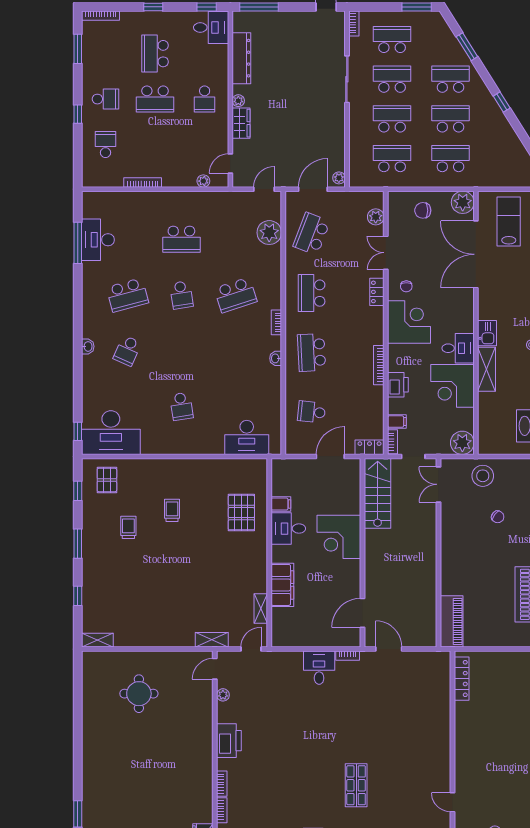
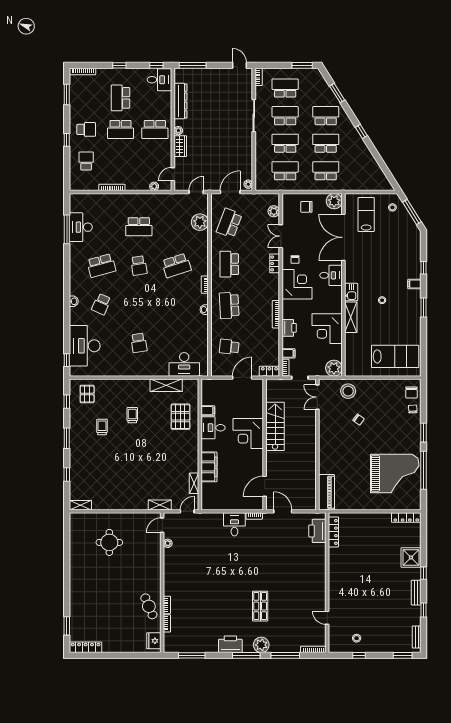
school desk: (205, 99) -> (155, 129), width x1.85
desk: (458, 348) -> (331, 275), moved
desk: (111, 433) -> (85, 346), moved, turned 90
shelving: (221, 467) -> (166, 385), added
stairs: (378, 493) -> (275, 426), moved
printer: (229, 741) -> (317, 531), moved, turned 180
cafe table: (196, 786) -> (149, 606), added

